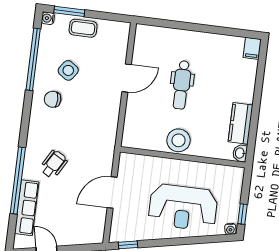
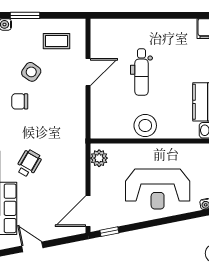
coffee table: (83, 28) -> (56, 41), moved
plant: (127, 168) -> (99, 158), added
door: (112, 193) -> (88, 211), moved

